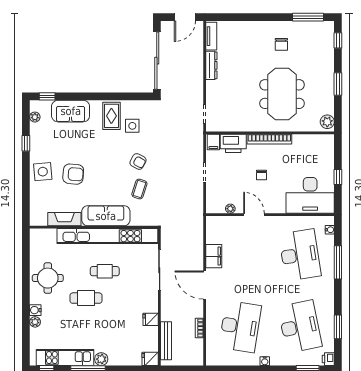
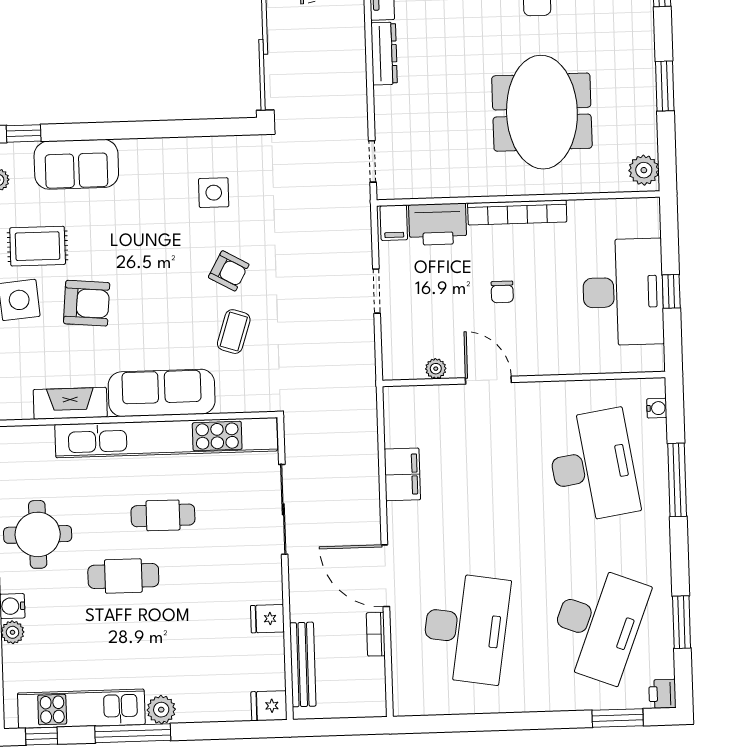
rug: (111, 116) -> (38, 246), moved, turned 90
desk: (310, 195) -> (623, 292), moved, turned -90
door: (205, 285) -> (385, 576), moved
desk: (300, 327) -> (598, 624), turned 33
water cooler: (265, 361) -> (522, 703), removed

